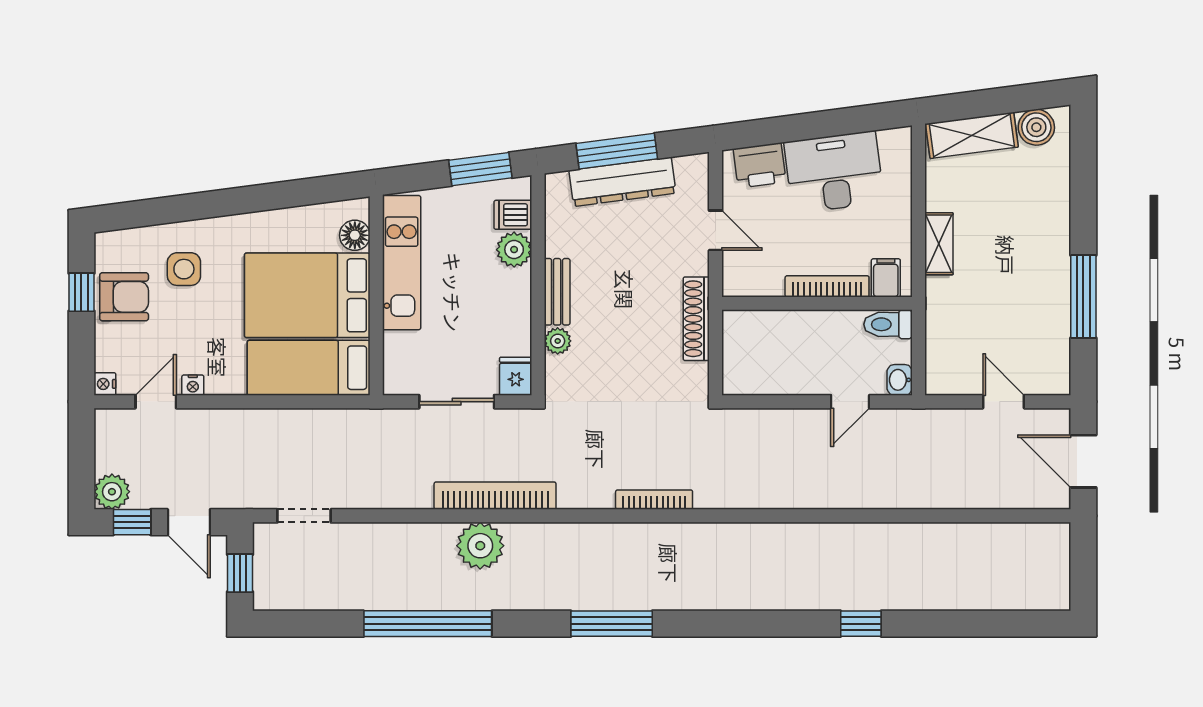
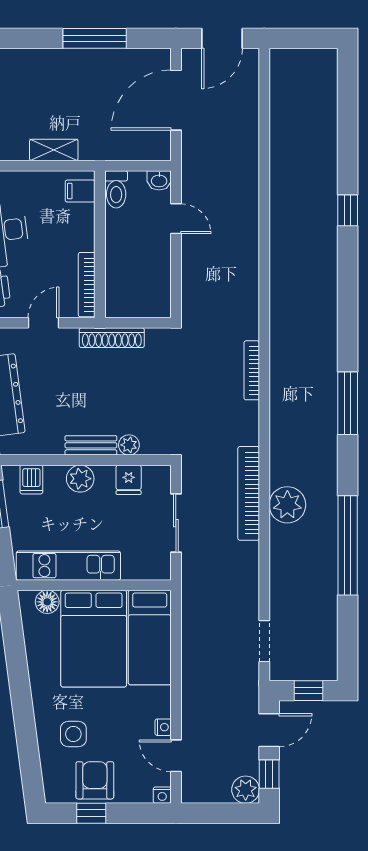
plant: (514, 250) -> (80, 479), moved
bookcase: (827, 286) -> (87, 285), moved
fridge: (516, 376) -> (129, 480), moved, turned -90
door: (1004, 402) -> (176, 100), width x1.88

